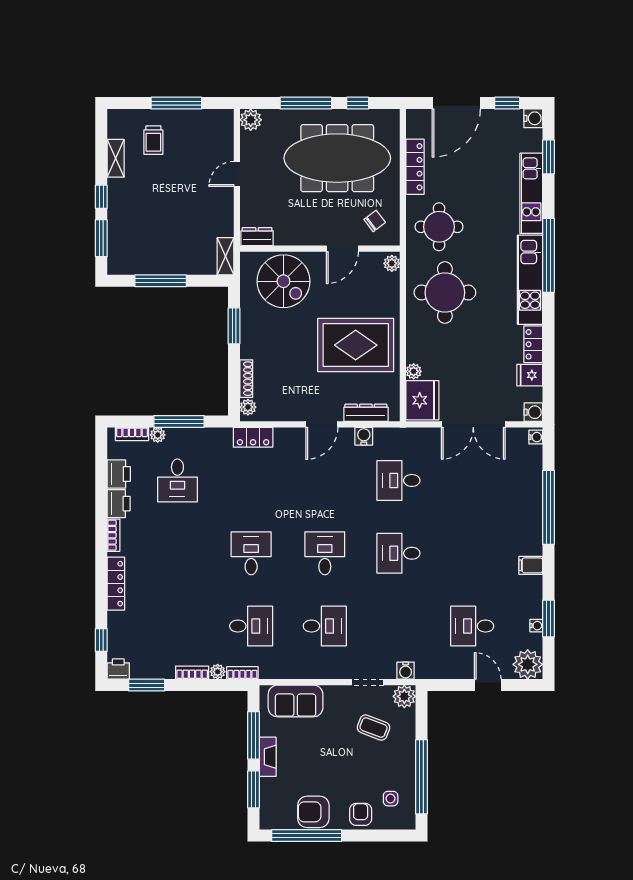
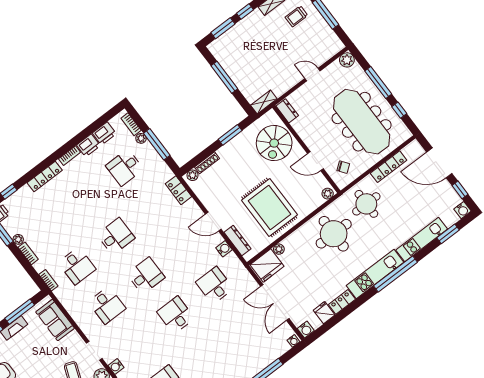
plant: (218, 672) -> (18, 239), moved

